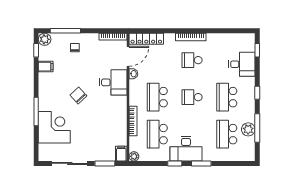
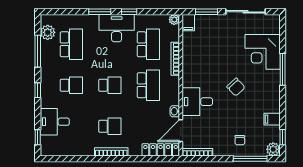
school desk: (227, 97) -> (71, 85), width x0.54
plant: (248, 129) -> (48, 32), moved

